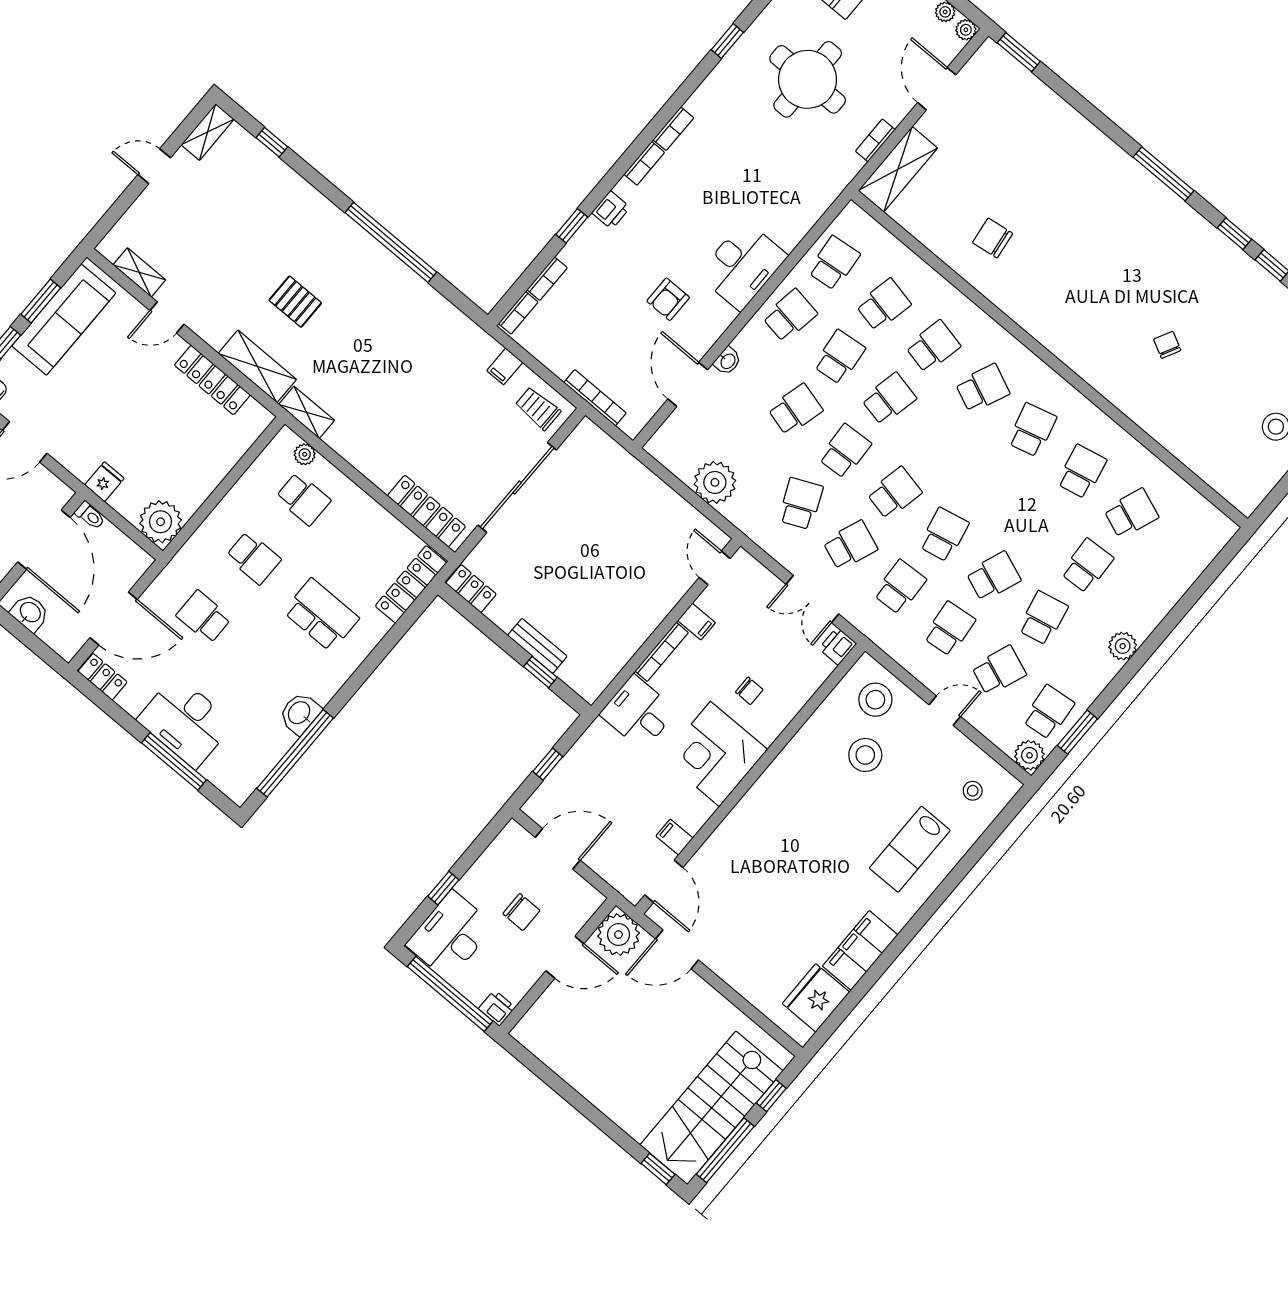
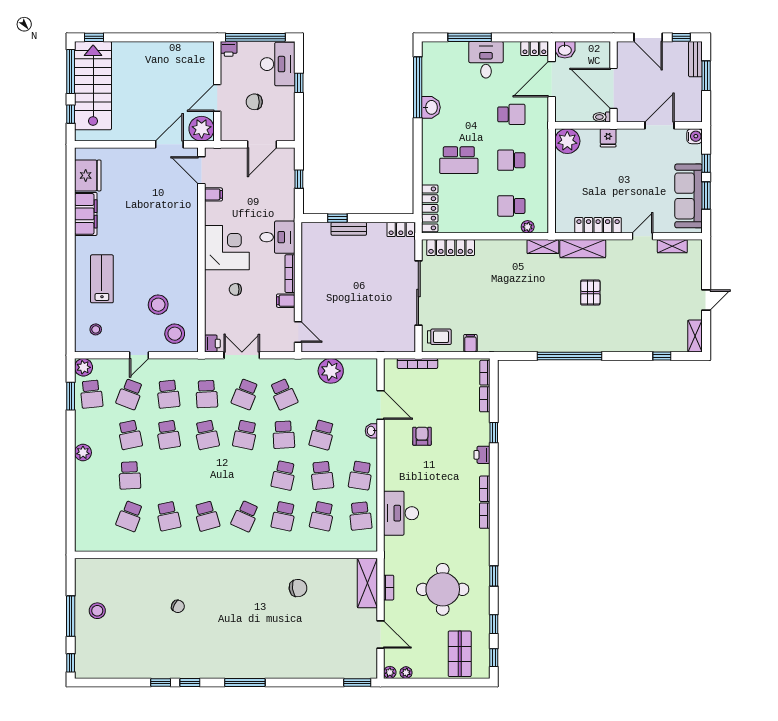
desk: (743, 265) -> (401, 513), moved
pallet: (295, 302) -> (590, 293), turned 90
school desk: (993, 576) -> (168, 435), turned -30
washbasin: (30, 613) -> (565, 50), moved
desk: (185, 722) -> (486, 60), width x0.73

